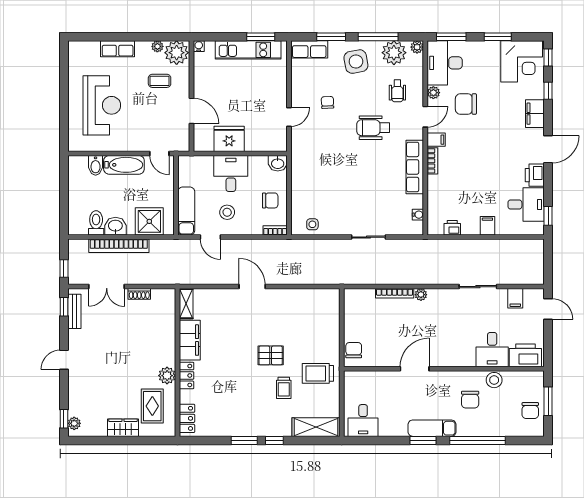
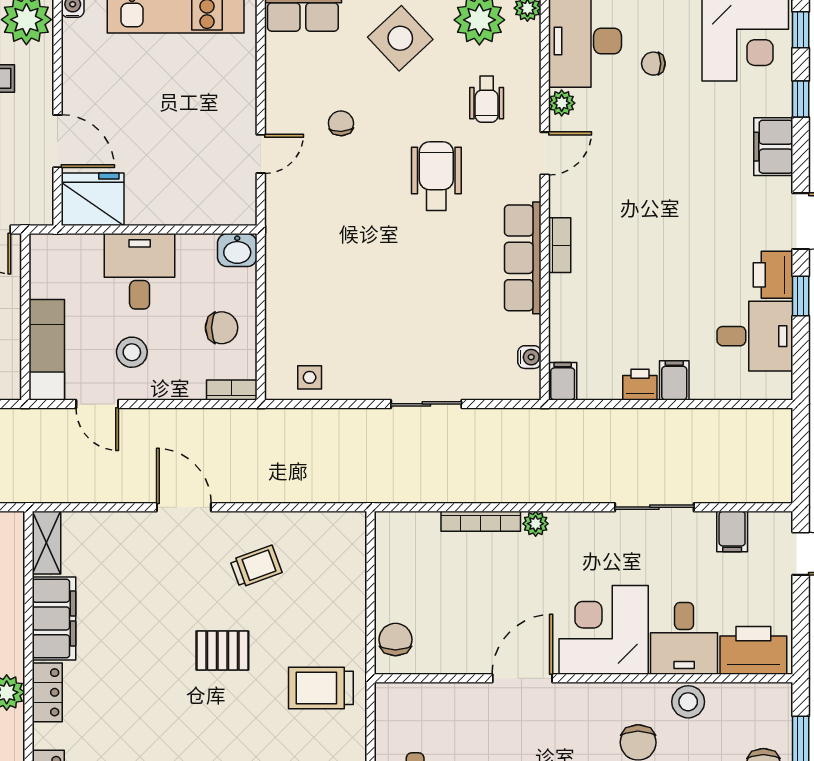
side table: (356, 62) -> (400, 38), turned -33
chair: (466, 104) -> (653, 64), moved, width x0.54, depth x0.54
wheelchair: (373, 128) -> (436, 176), turned 90
fridge: (229, 139) -> (93, 199), moved
filing cabinet: (436, 140) -> (563, 381), moved, turned -90
window: (548, 216) -> (801, 296), moved
printer: (452, 228) -> (640, 385), moved
corner desk: (454, 345) -> (604, 630), added
trolley: (284, 388) -> (256, 566), moved, turned -110

